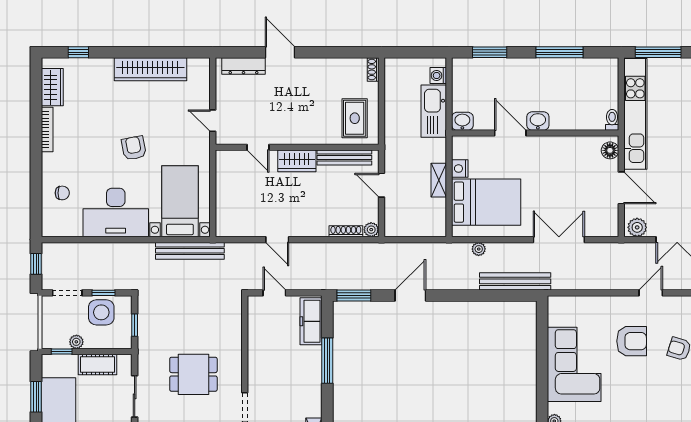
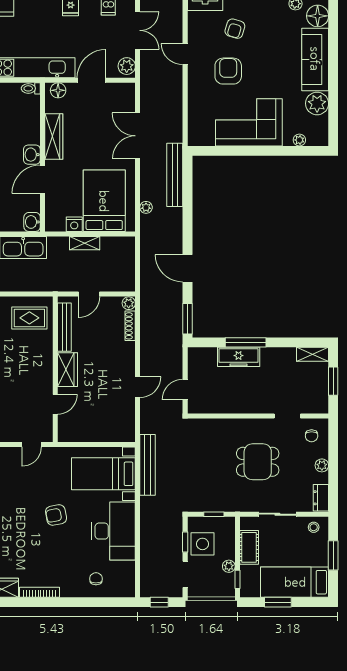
wardrobe: (558, 146) -> (54, 136), added
freezer: (311, 321) -> (239, 357), moved
dining table: (193, 374) -> (258, 462), turned 90

